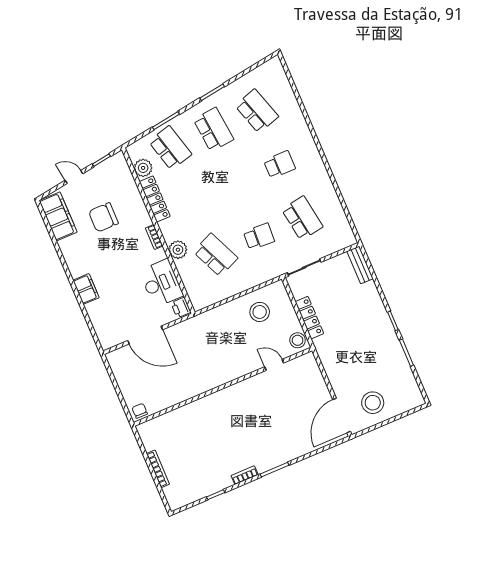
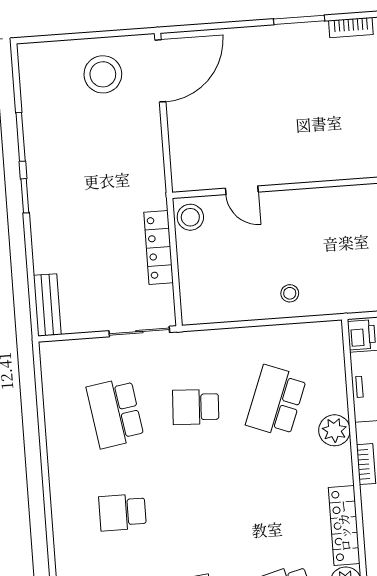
school desk: (216, 255) -> (276, 401), turned 45
stool: (260, 312) -> (290, 293), moved, width x0.53, depth x0.53

